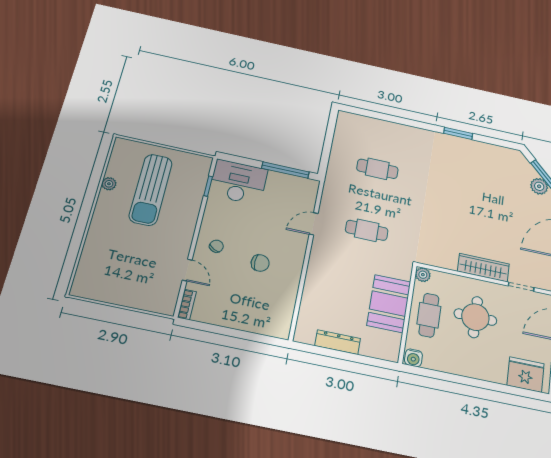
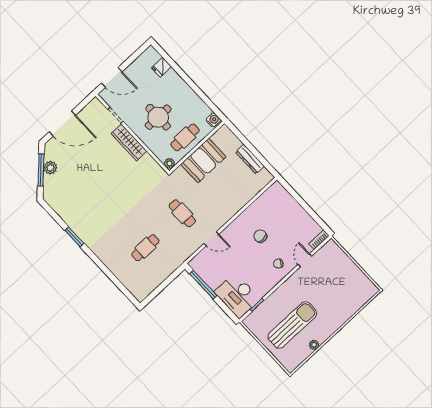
cafe table: (377, 169) -> (145, 248), turned 90
fridge: (526, 374) -> (162, 67), width x0.53, depth x0.75

